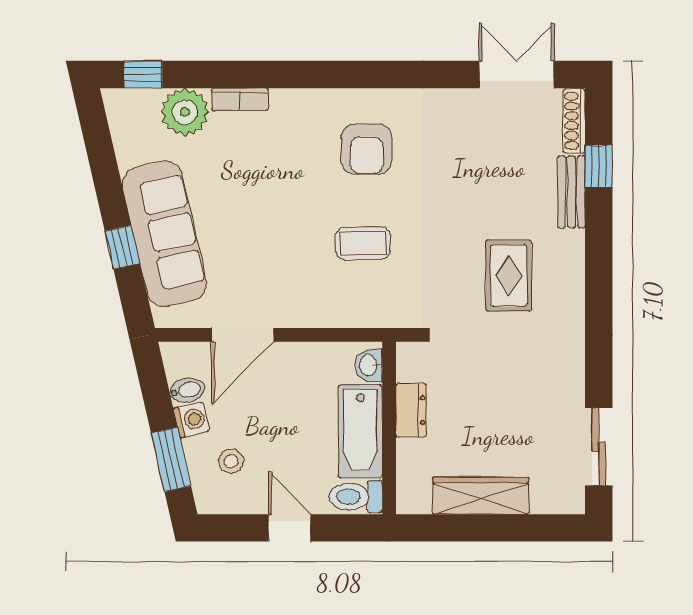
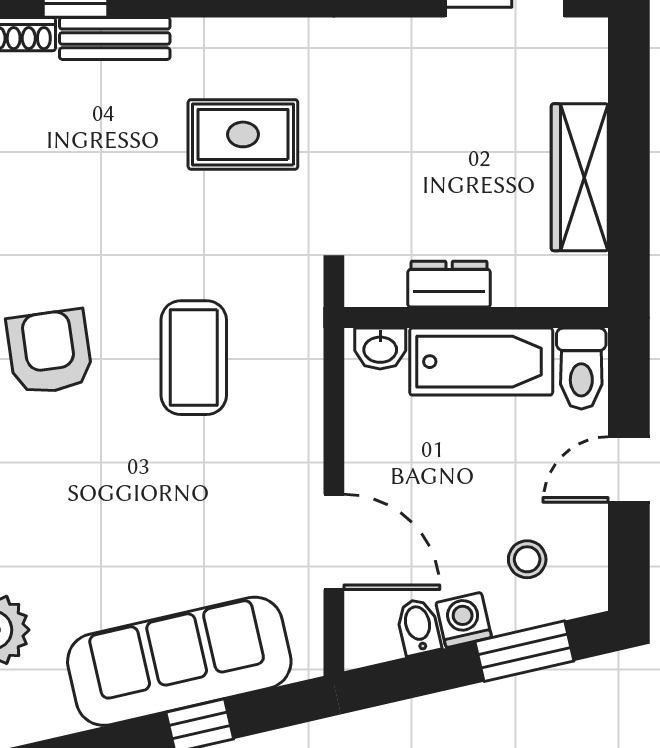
armchair: (367, 149) -> (49, 352), turned -98
coffee table: (363, 243) -> (194, 358), width x1.36, depth x1.30

